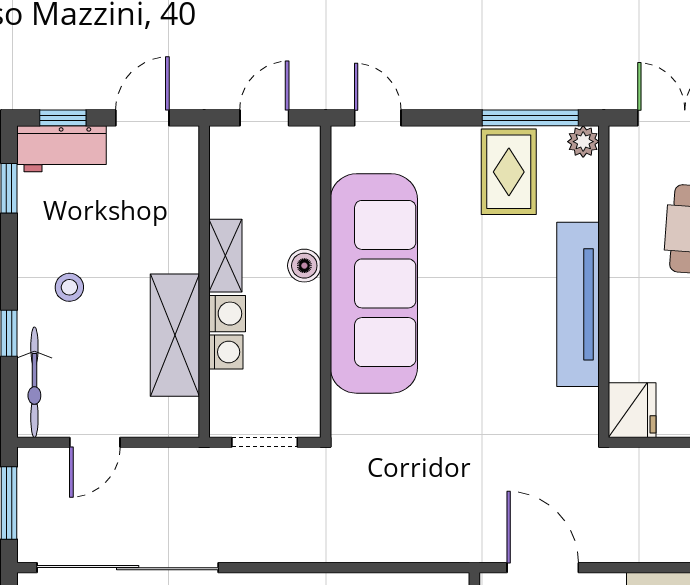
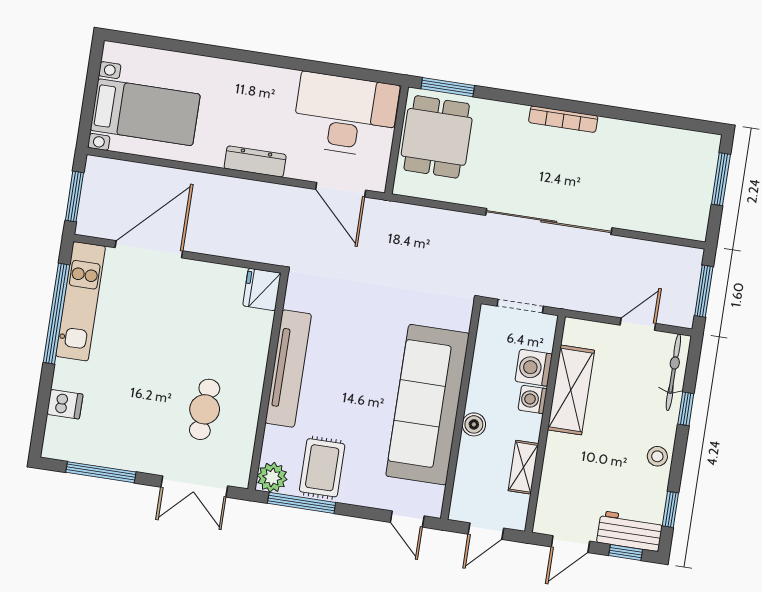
plant: (583, 142) -> (272, 477), width x1.38, depth x1.38
shelving: (225, 256) -> (523, 467), moved
stool: (69, 287) -> (657, 456), moved
washing machine: (226, 352) -> (534, 368), width x1.38, depth x1.38
sliding door: (128, 568) -> (549, 222), moved

